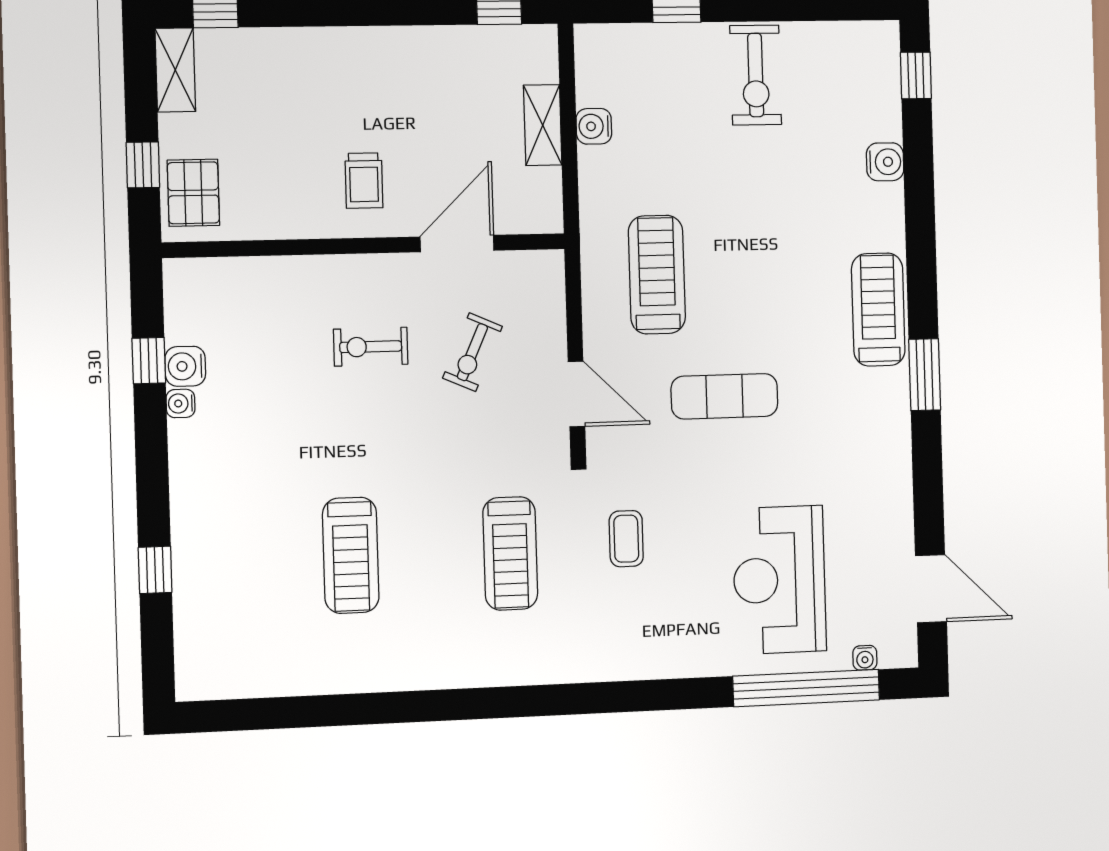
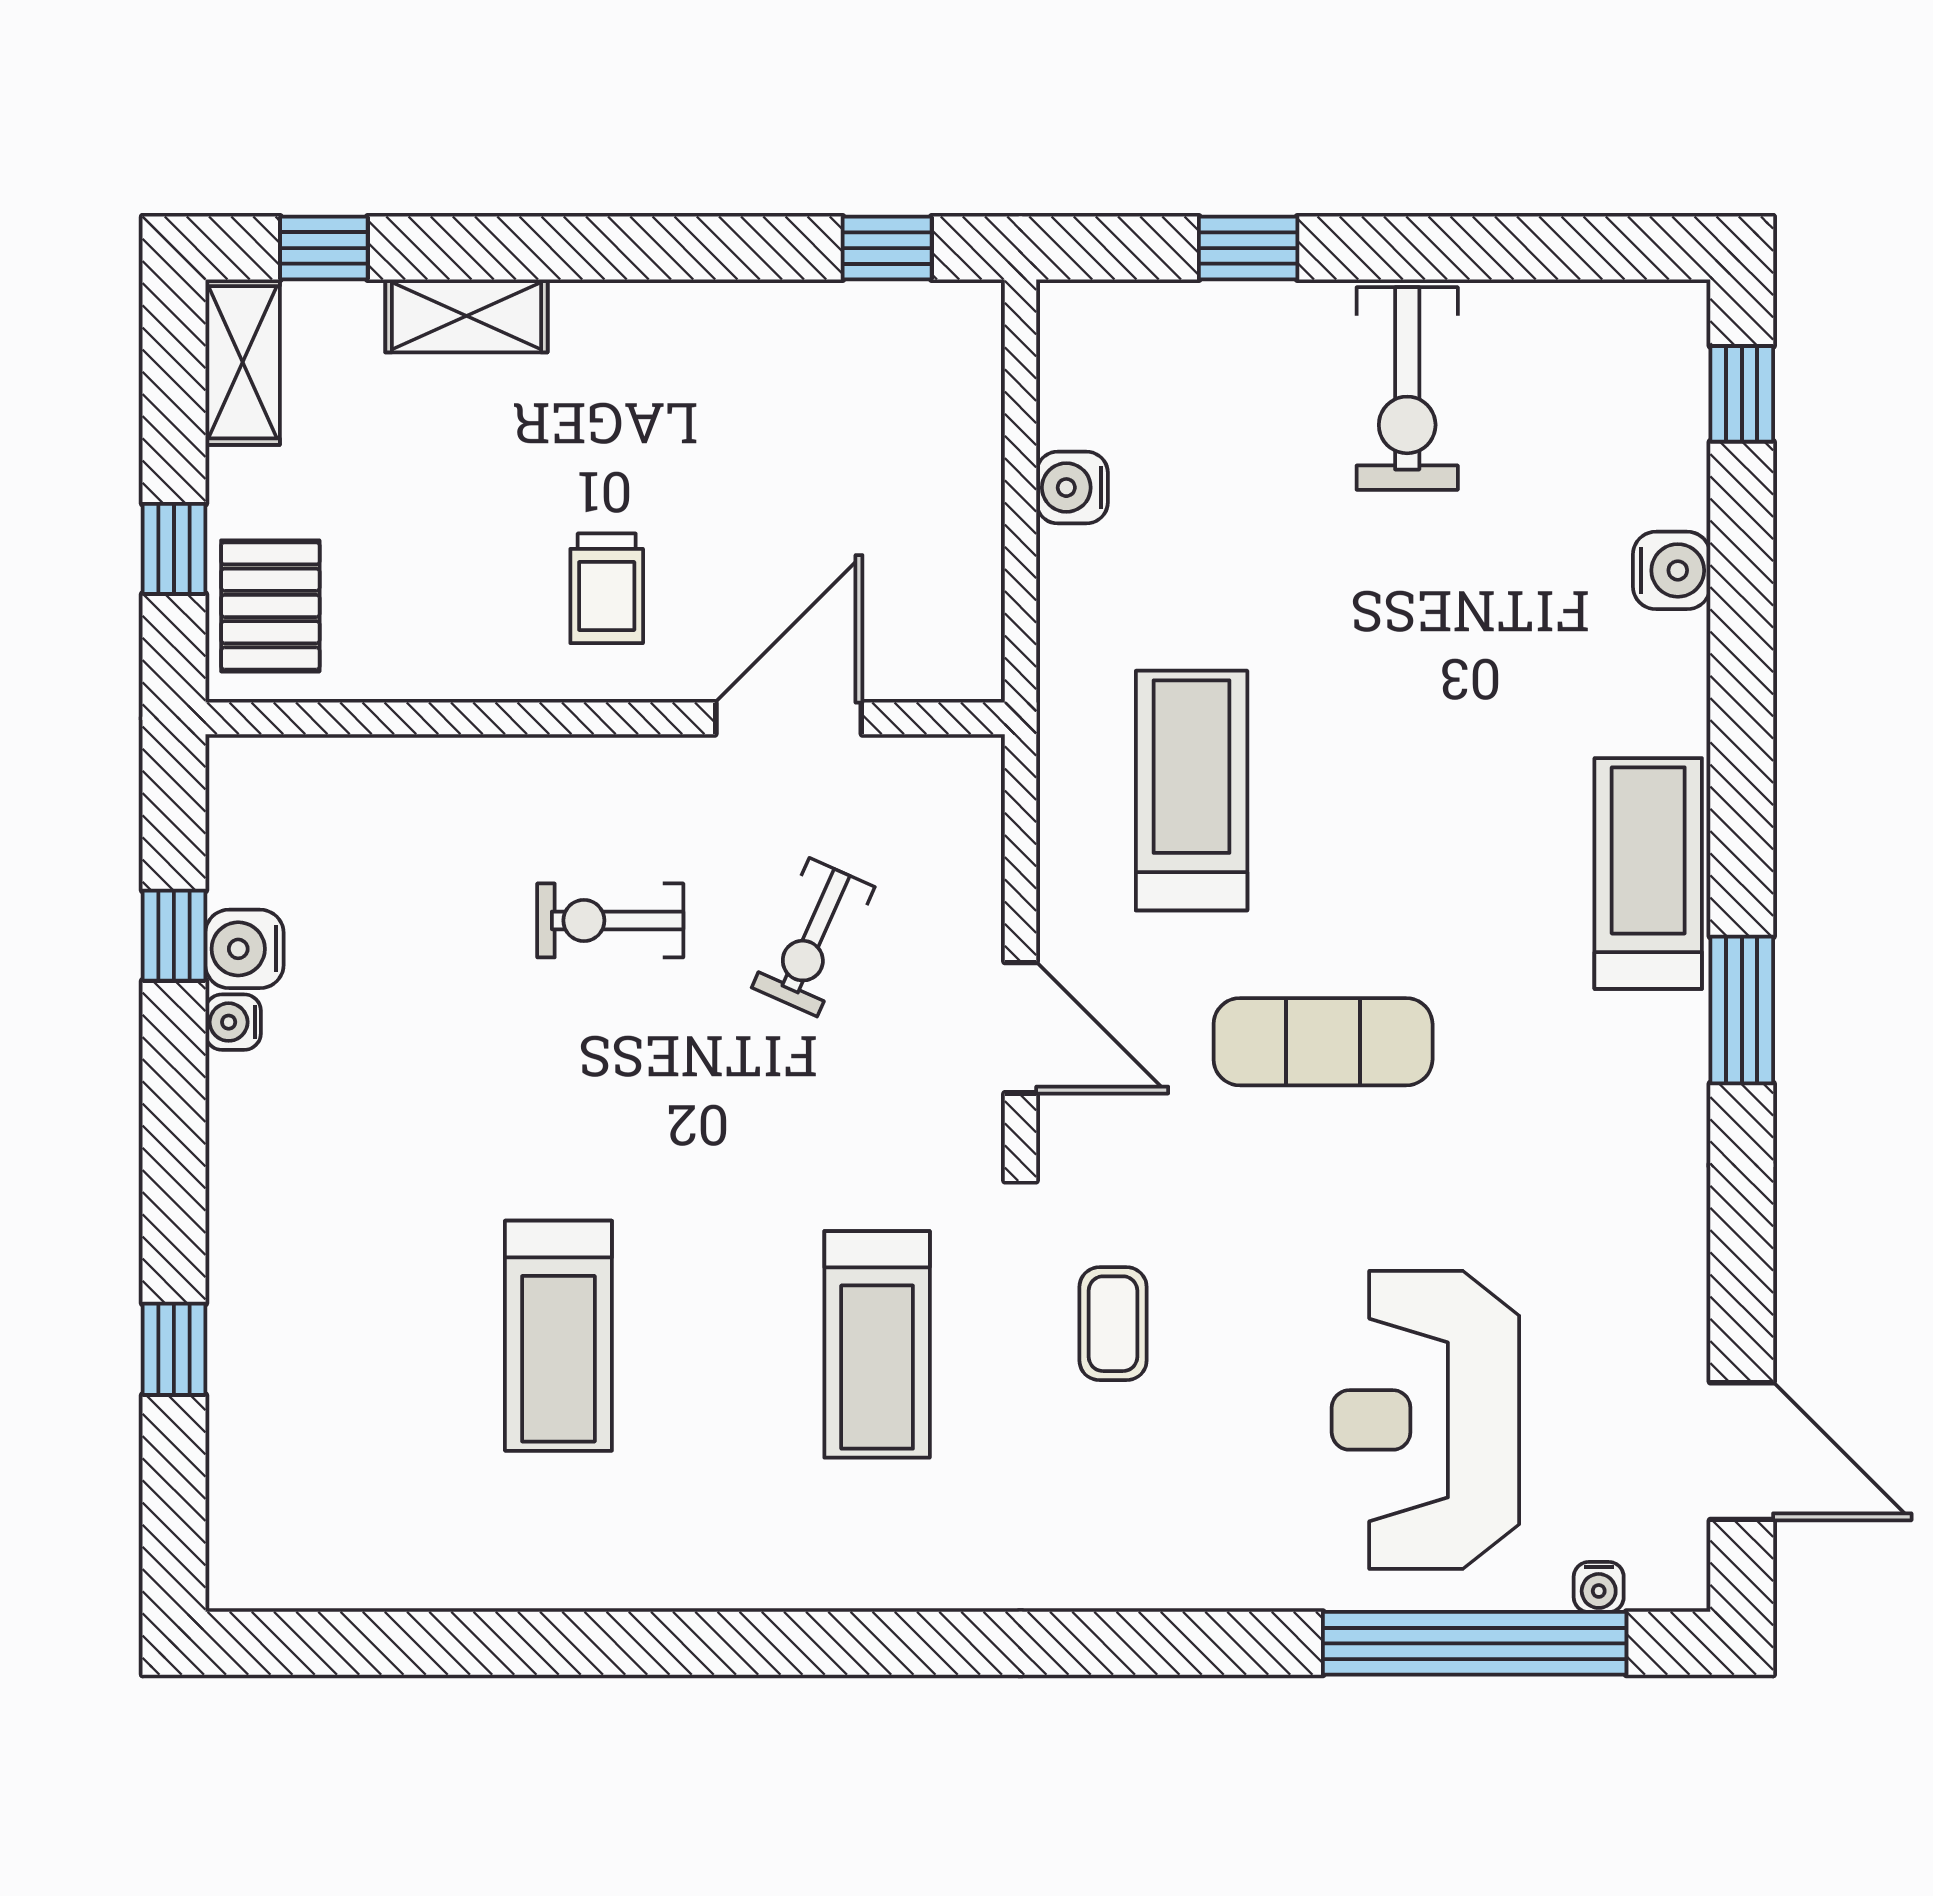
shelving: (543, 125) -> (466, 316), moved, turned 90

